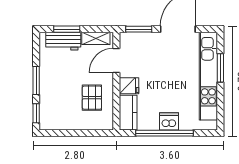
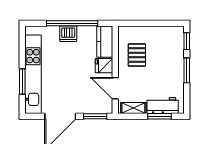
door: (116, 60) -> (115, 88), swing flipped

